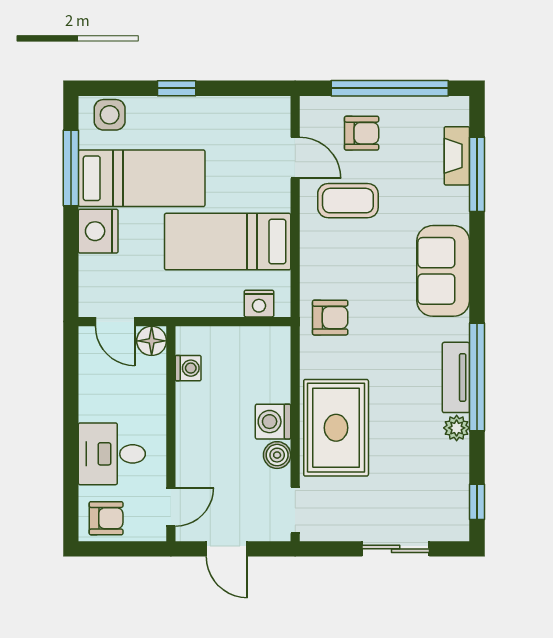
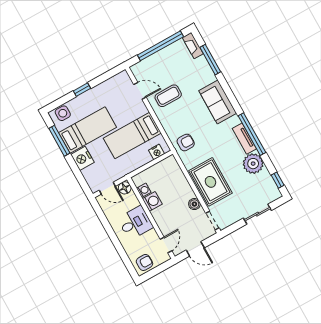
armchair: (362, 133) -> (159, 68), removed
fireplace: (457, 156) -> (193, 46), moved
washing machine: (273, 422) -> (152, 201), moved, turned 180
plant: (457, 428) -> (253, 164), width x1.88, depth x1.88
desk: (112, 454) -> (135, 223), moved, turned 180

